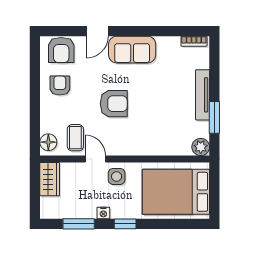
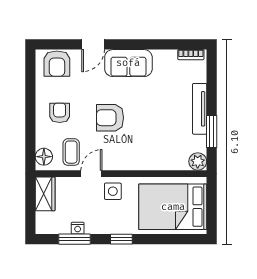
armchair: (60, 85) -> (60, 113), moved
armchair: (114, 104) -> (110, 118), turned 180
door: (95, 159) -> (91, 174), hinge flipped
nightstand: (103, 213) -> (78, 228), moved

